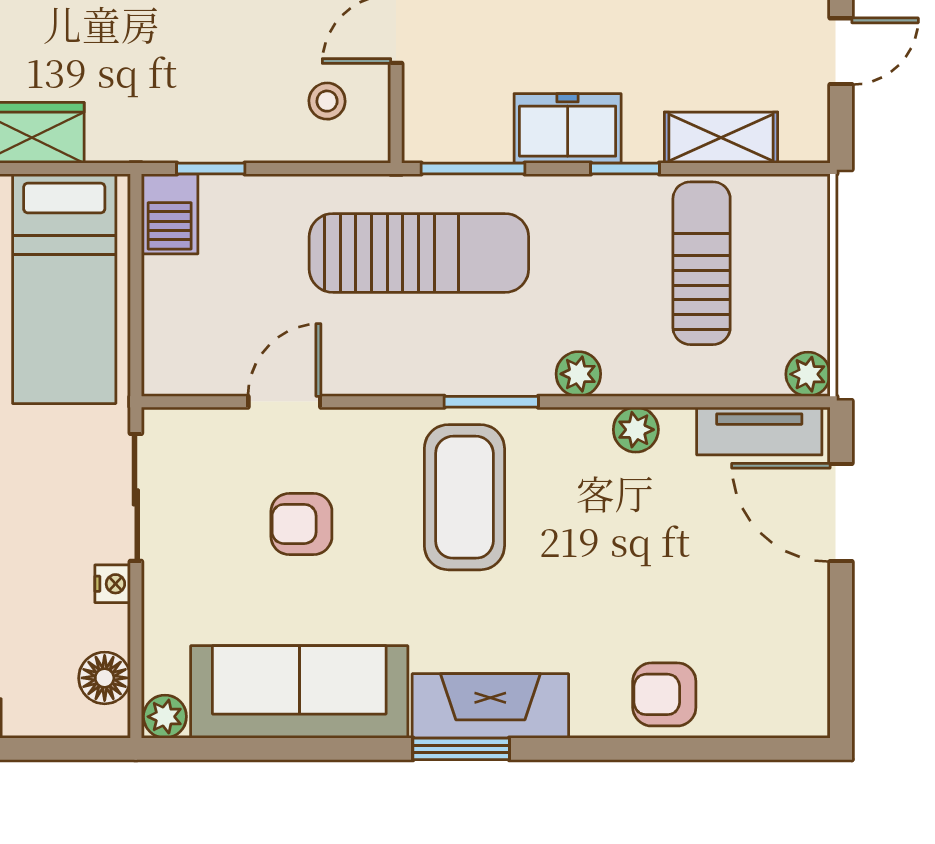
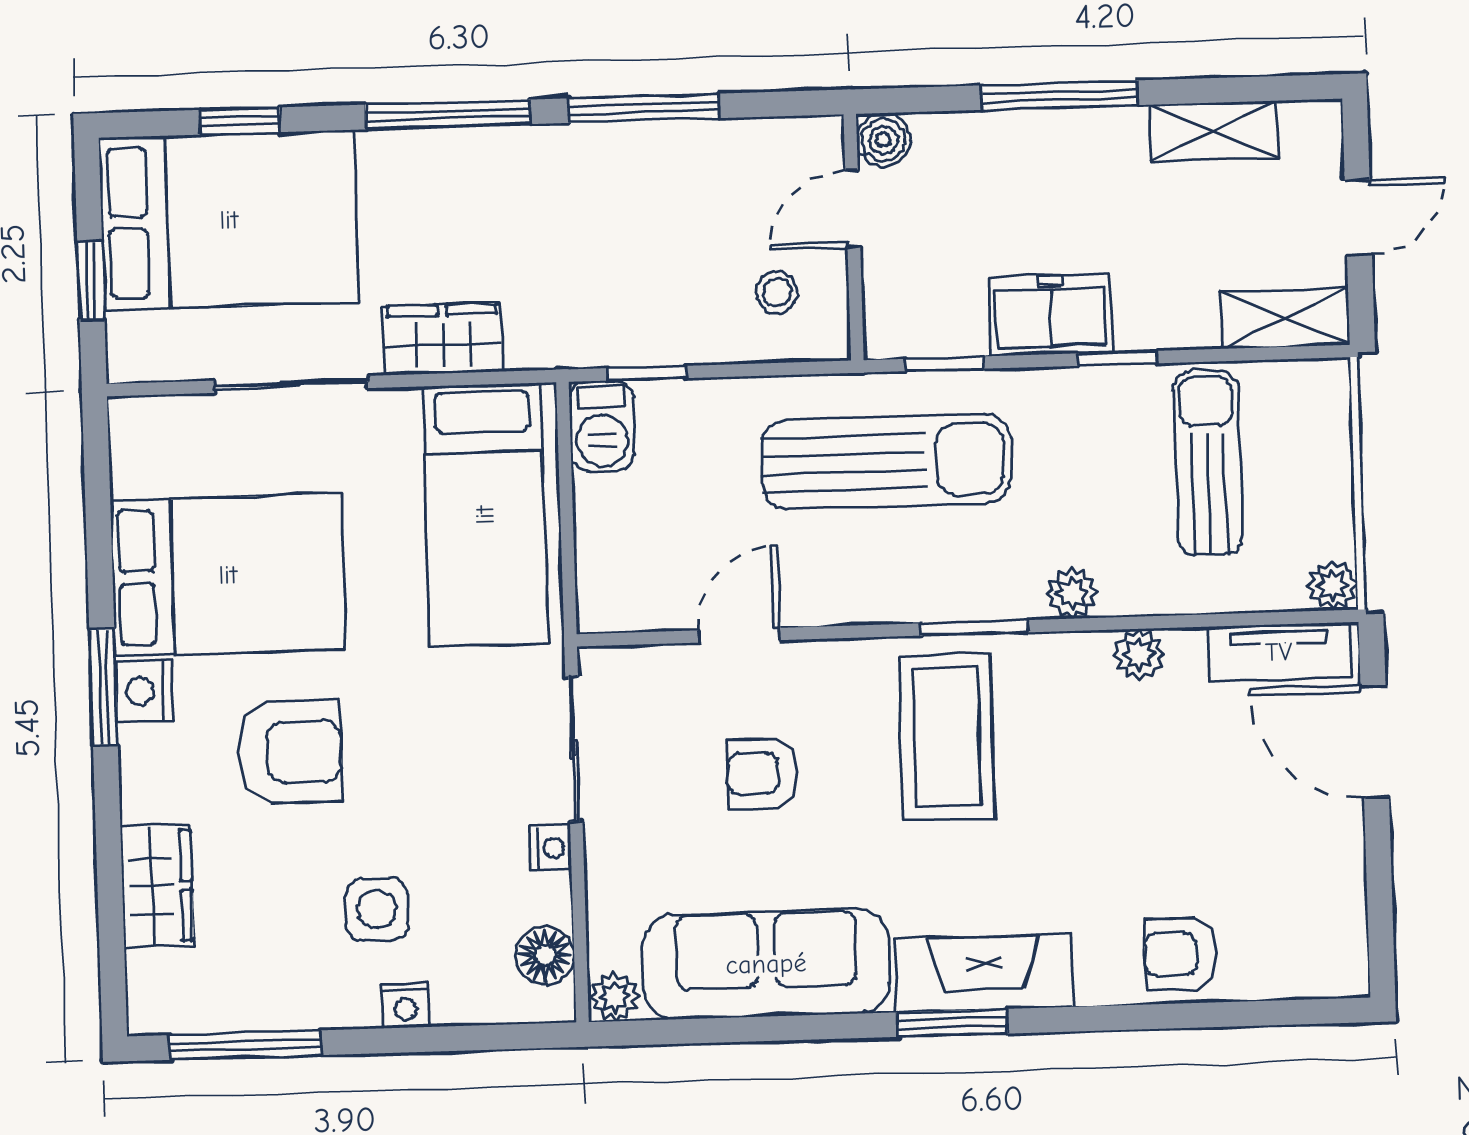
shelving: (721, 138) -> (1285, 318), moved
window: (473, 169) -> (945, 364), width x0.67

